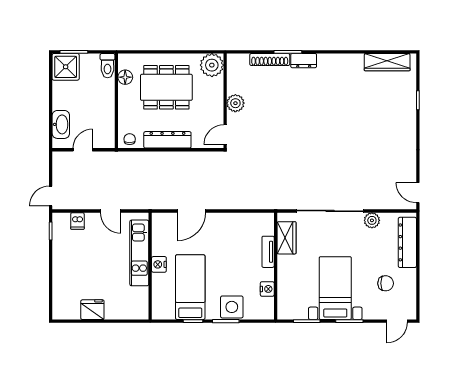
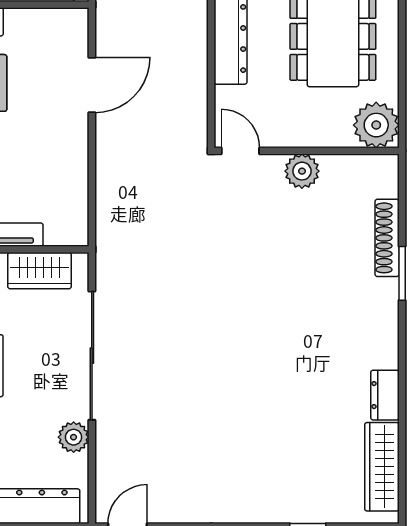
dresser: (304, 61) -> (385, 395), moved
door: (191, 211) -> (92, 85), swing flipped

